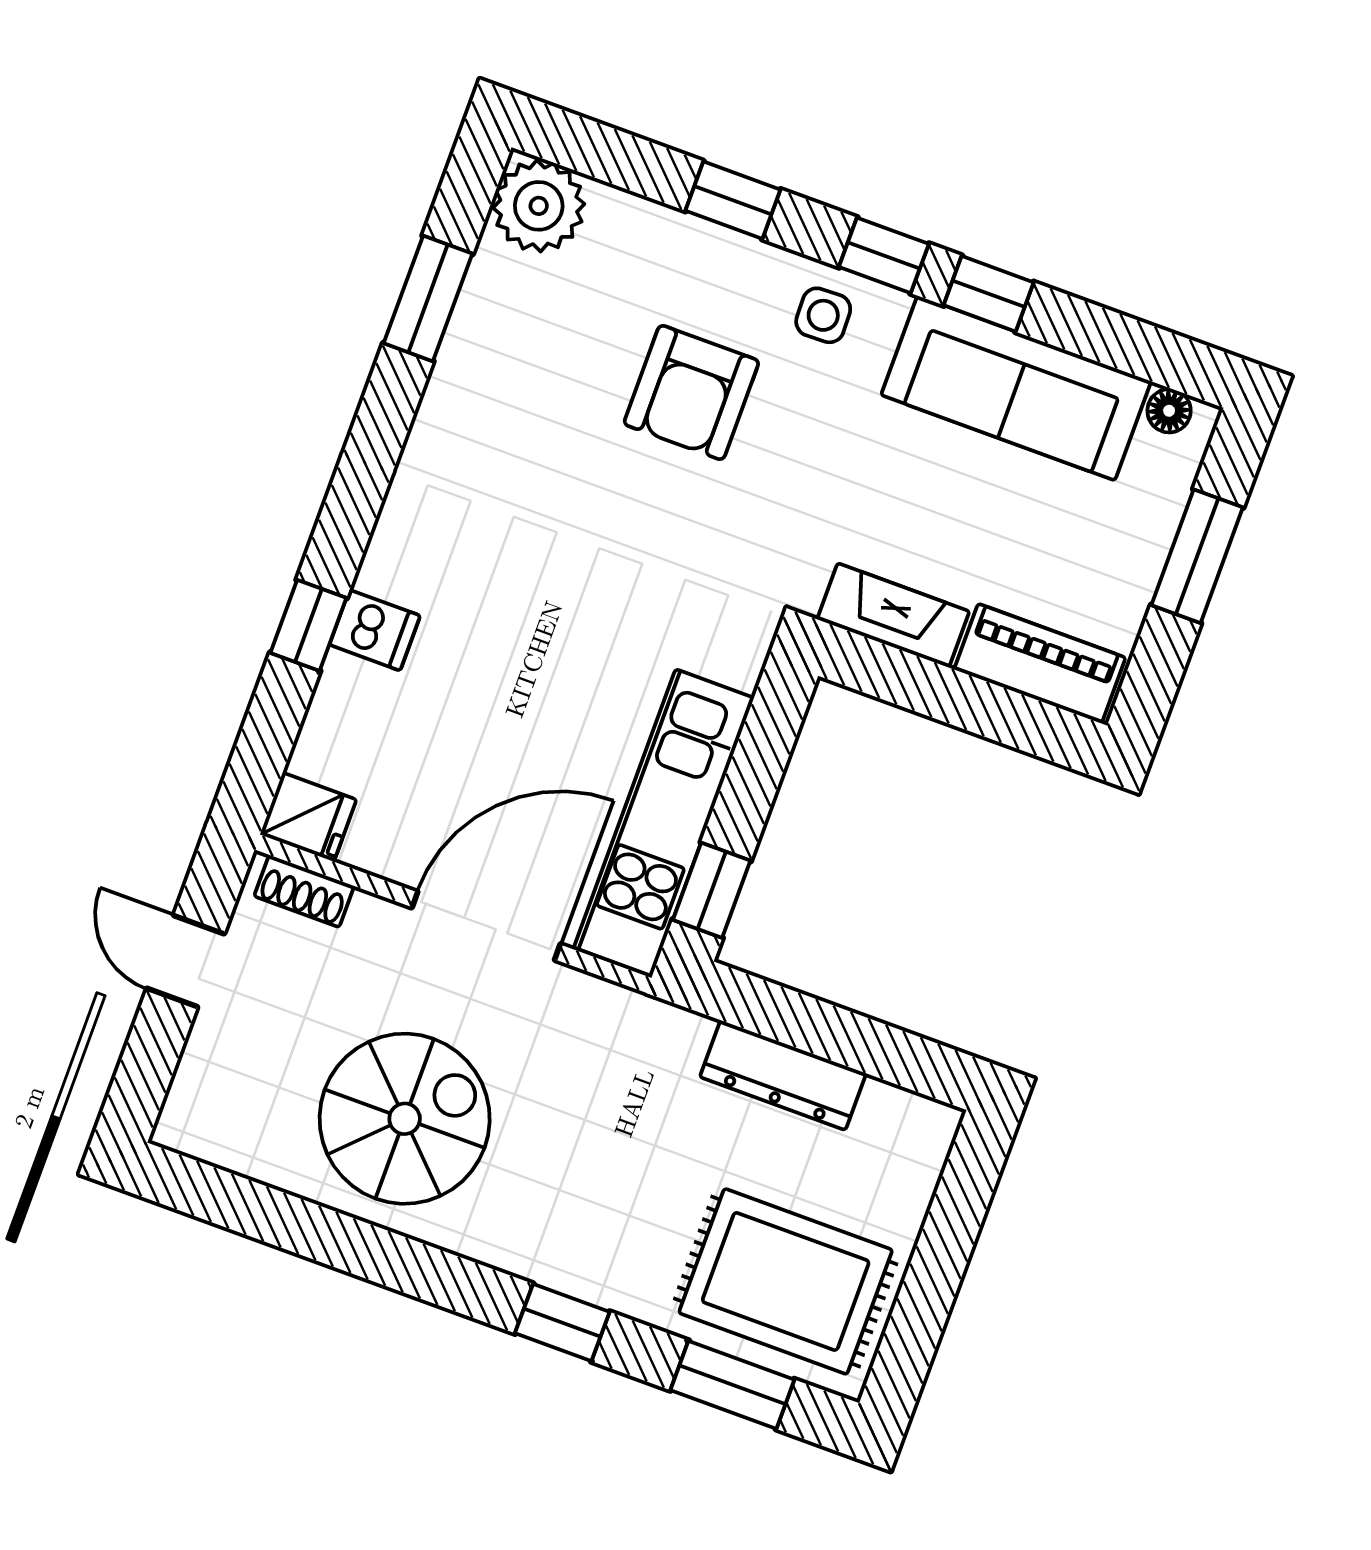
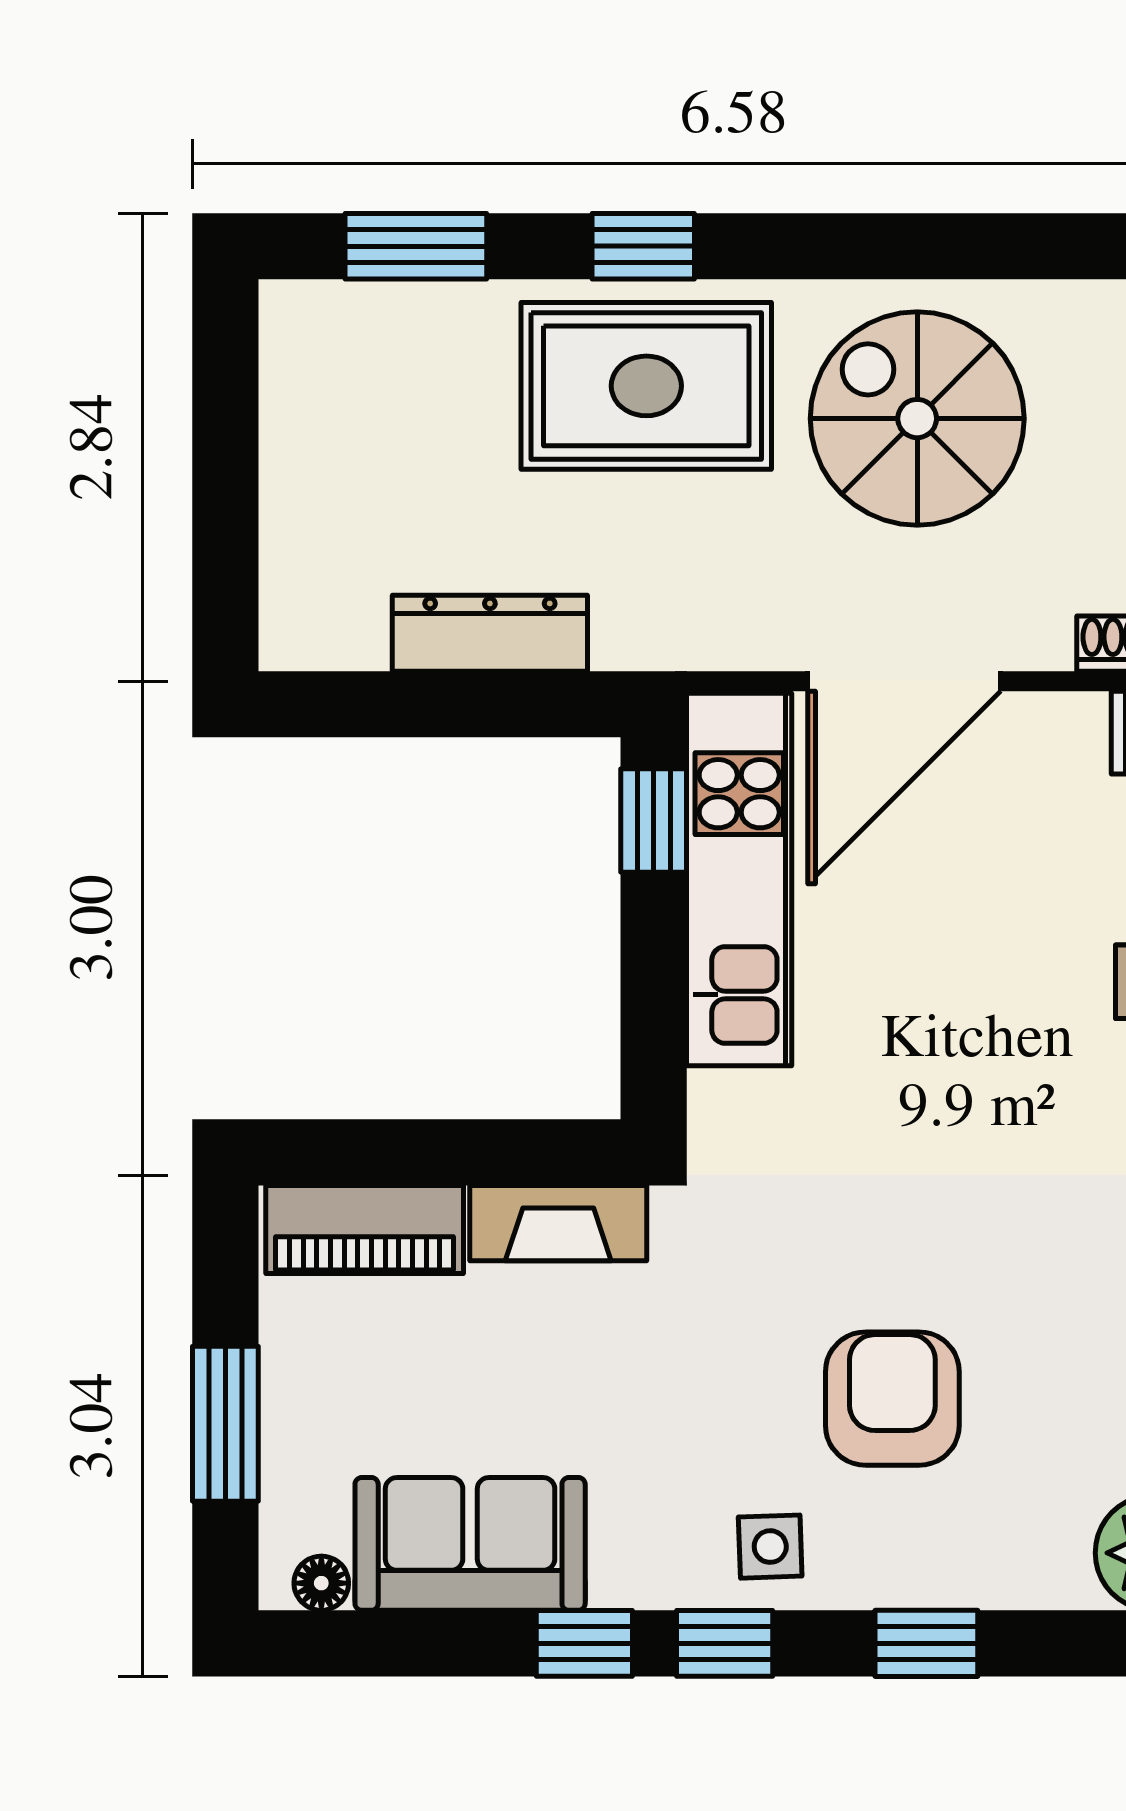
sofa: (1016, 388) -> (470, 1544), width x0.73
spiral stairs: (405, 1119) -> (917, 419), turned 90
rug: (786, 1281) -> (646, 386), moved

